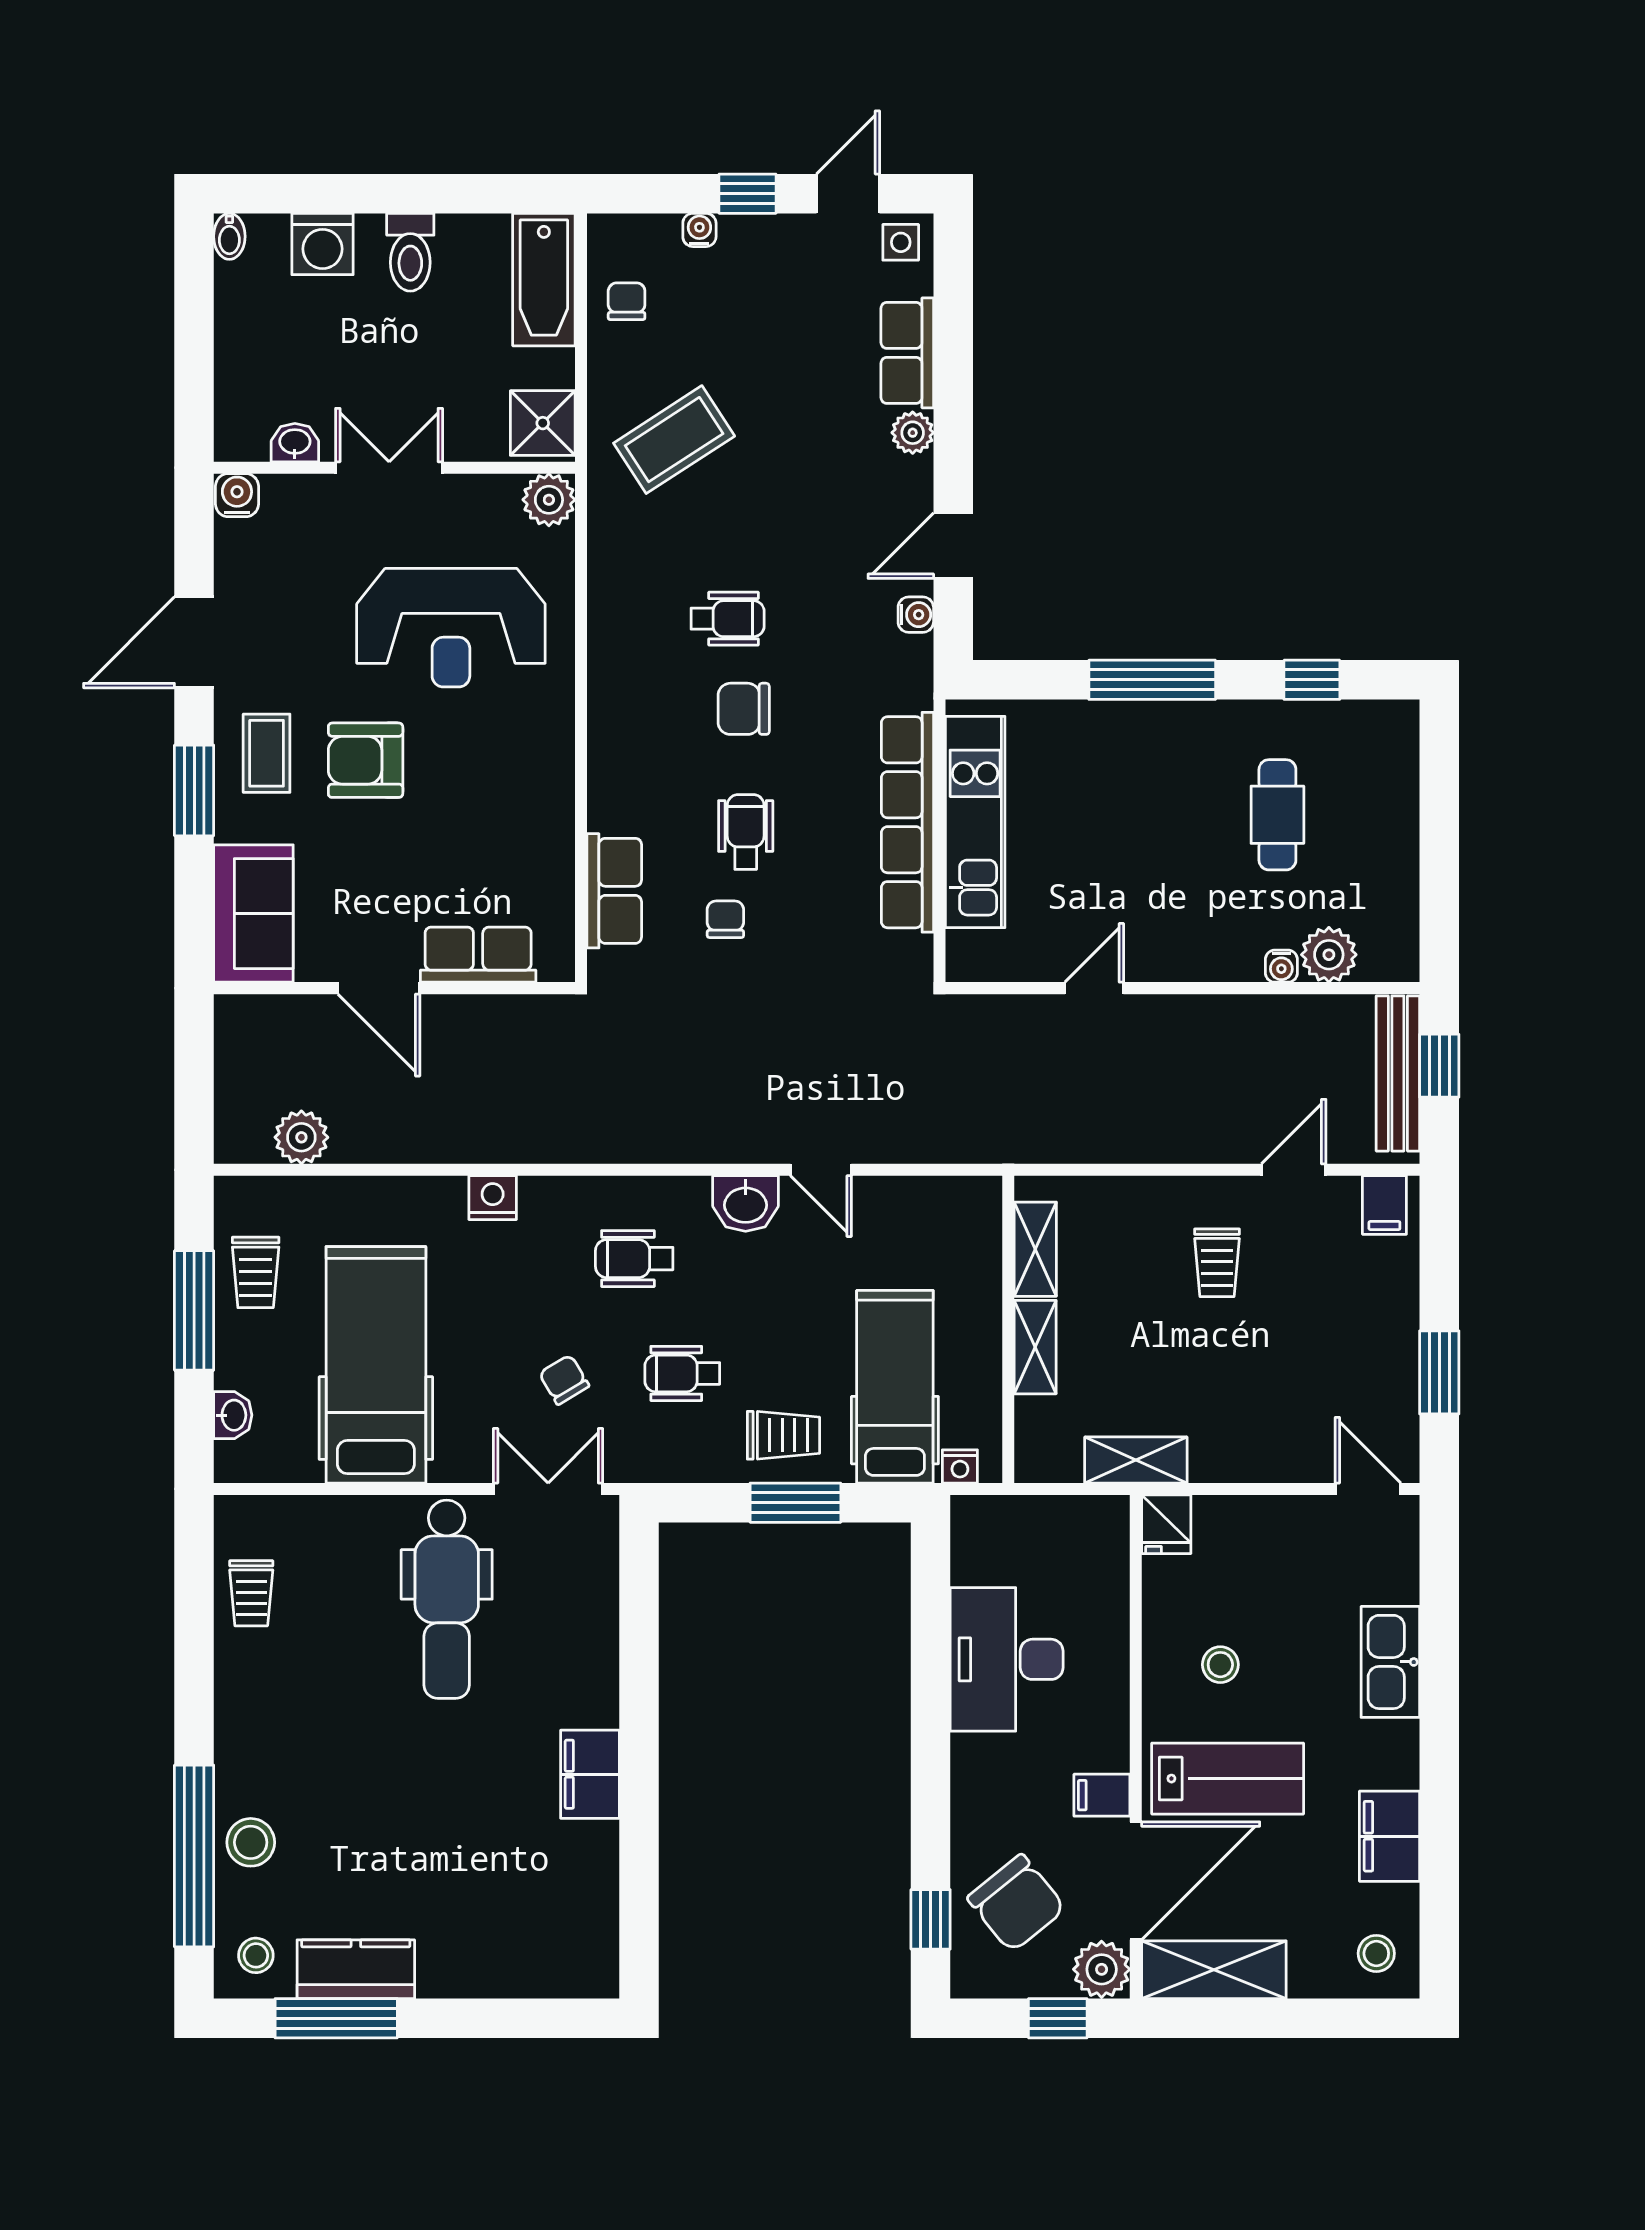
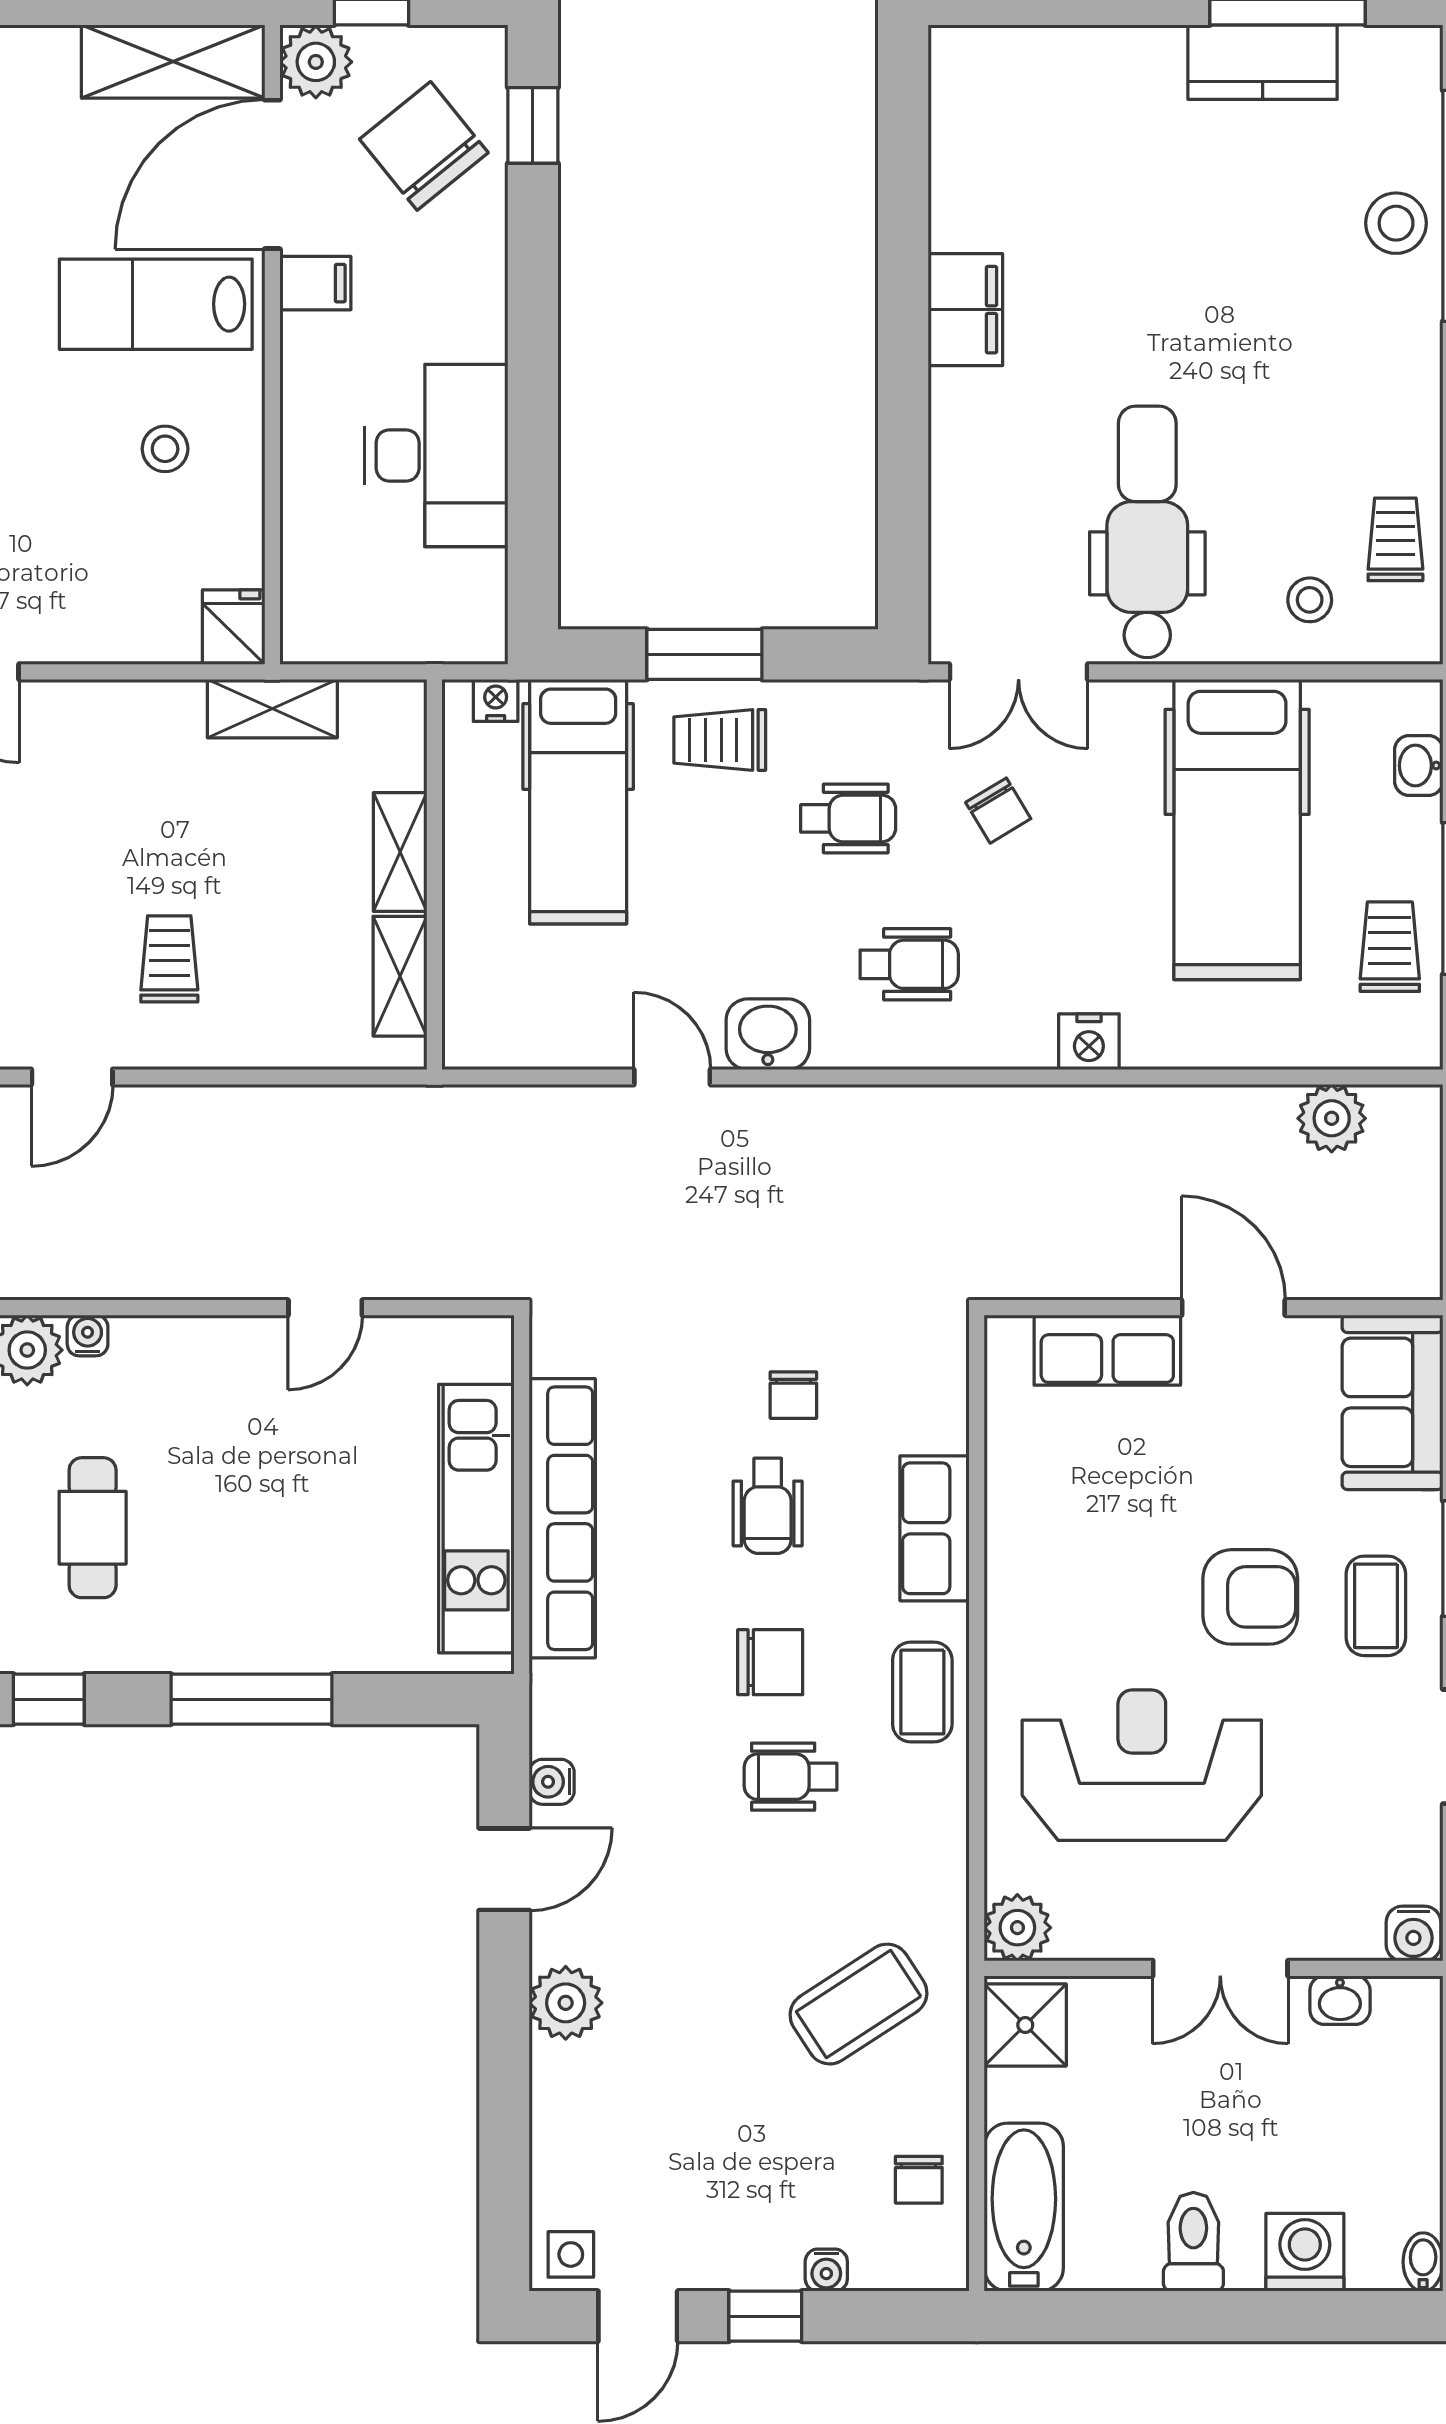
row of seats: (907, 353) -> (563, 2114), removed
plant: (913, 433) -> (566, 2003), width x1.38, depth x1.38
coffee table: (624, 685) -> (922, 1692), added
row of seats: (614, 891) -> (935, 1528), moved
stool: (256, 1955) -> (1310, 600), moved

